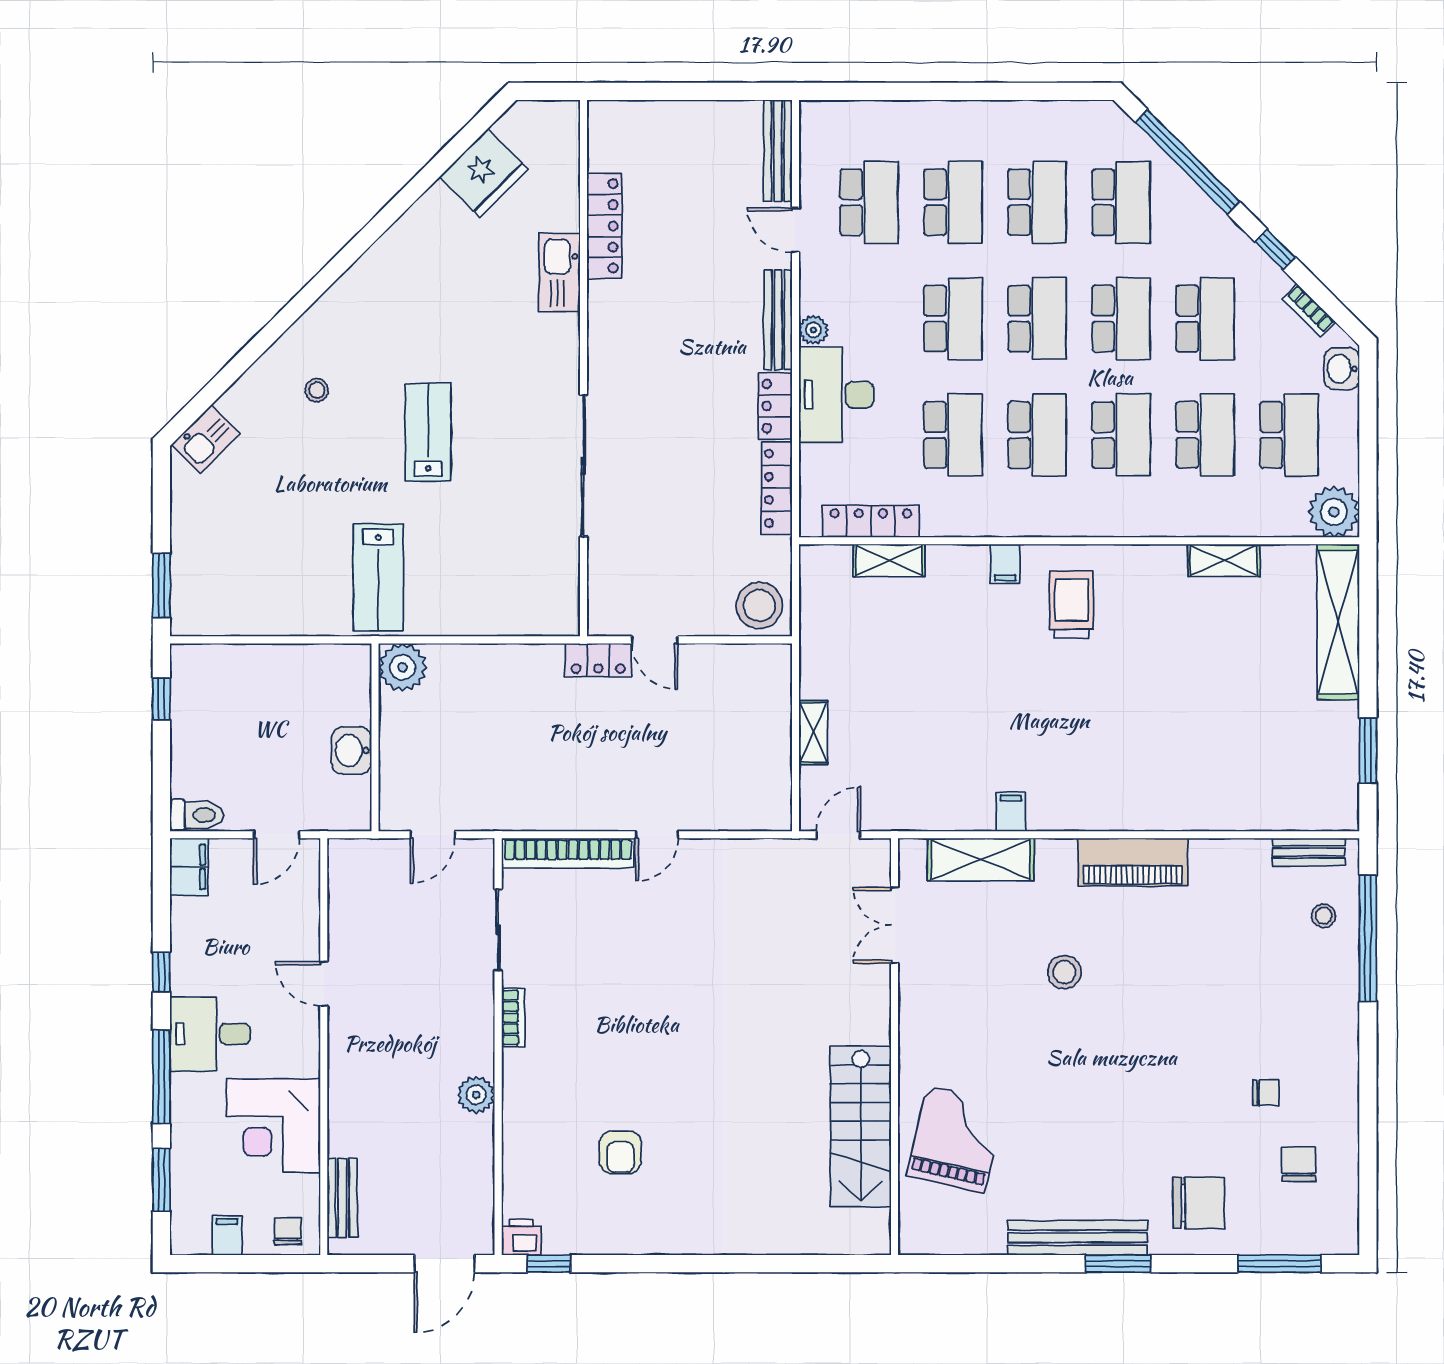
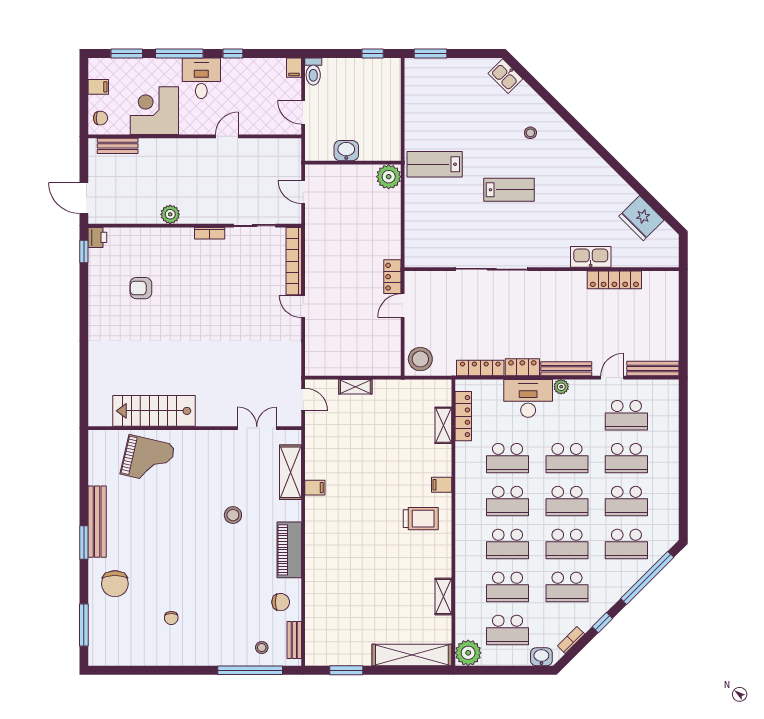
filing cabinet: (189, 867) -> (294, 68), width x0.50
chair: (1299, 1164) -> (281, 602), moved

